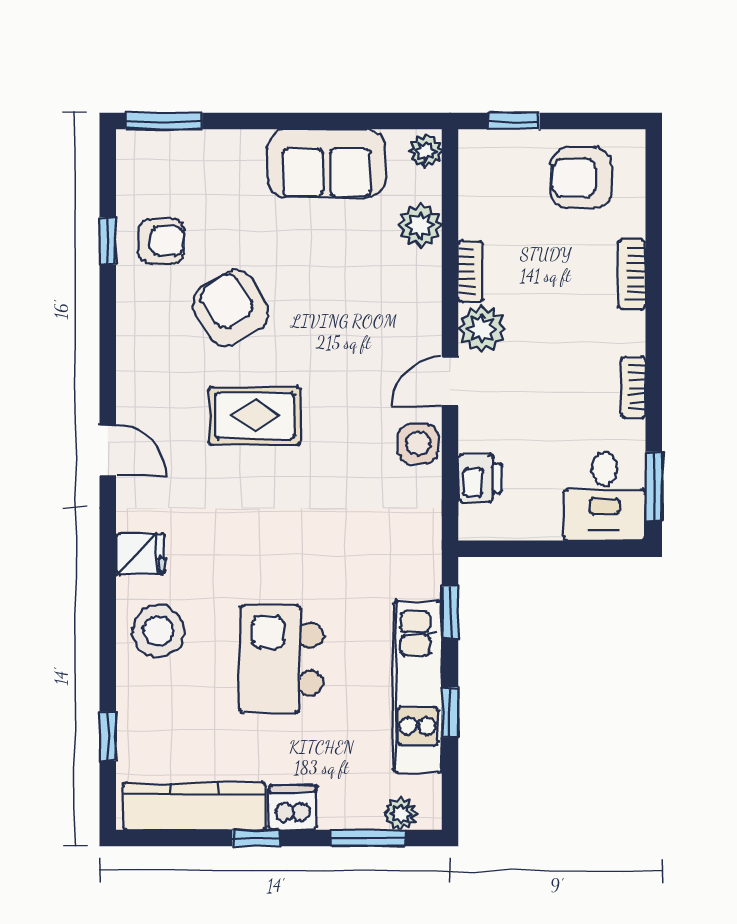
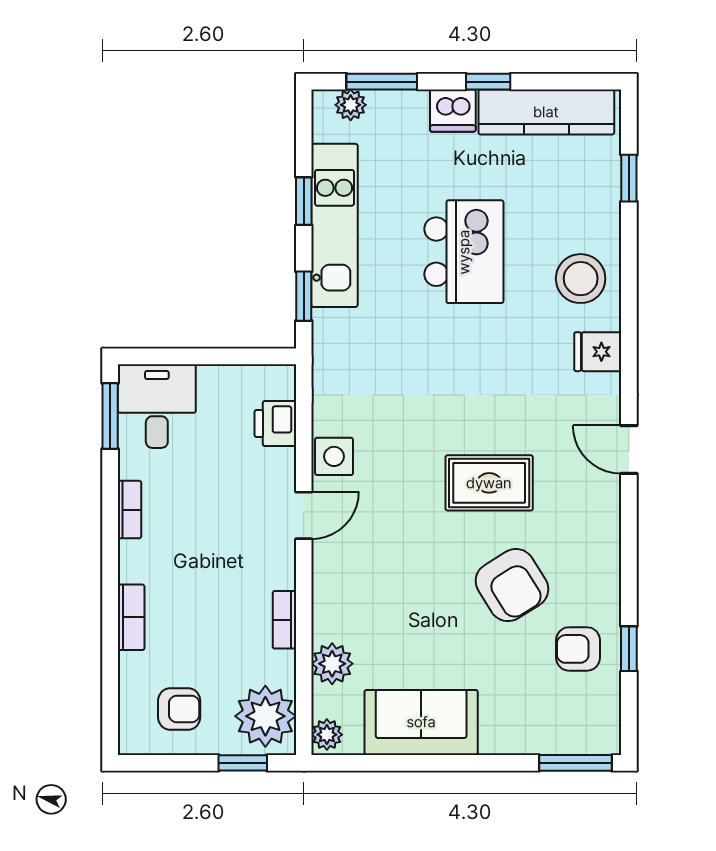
armchair: (581, 178) -> (179, 709), width x0.72, depth x0.72
plant: (482, 329) -> (265, 716), moved, width x1.36, depth x1.36

